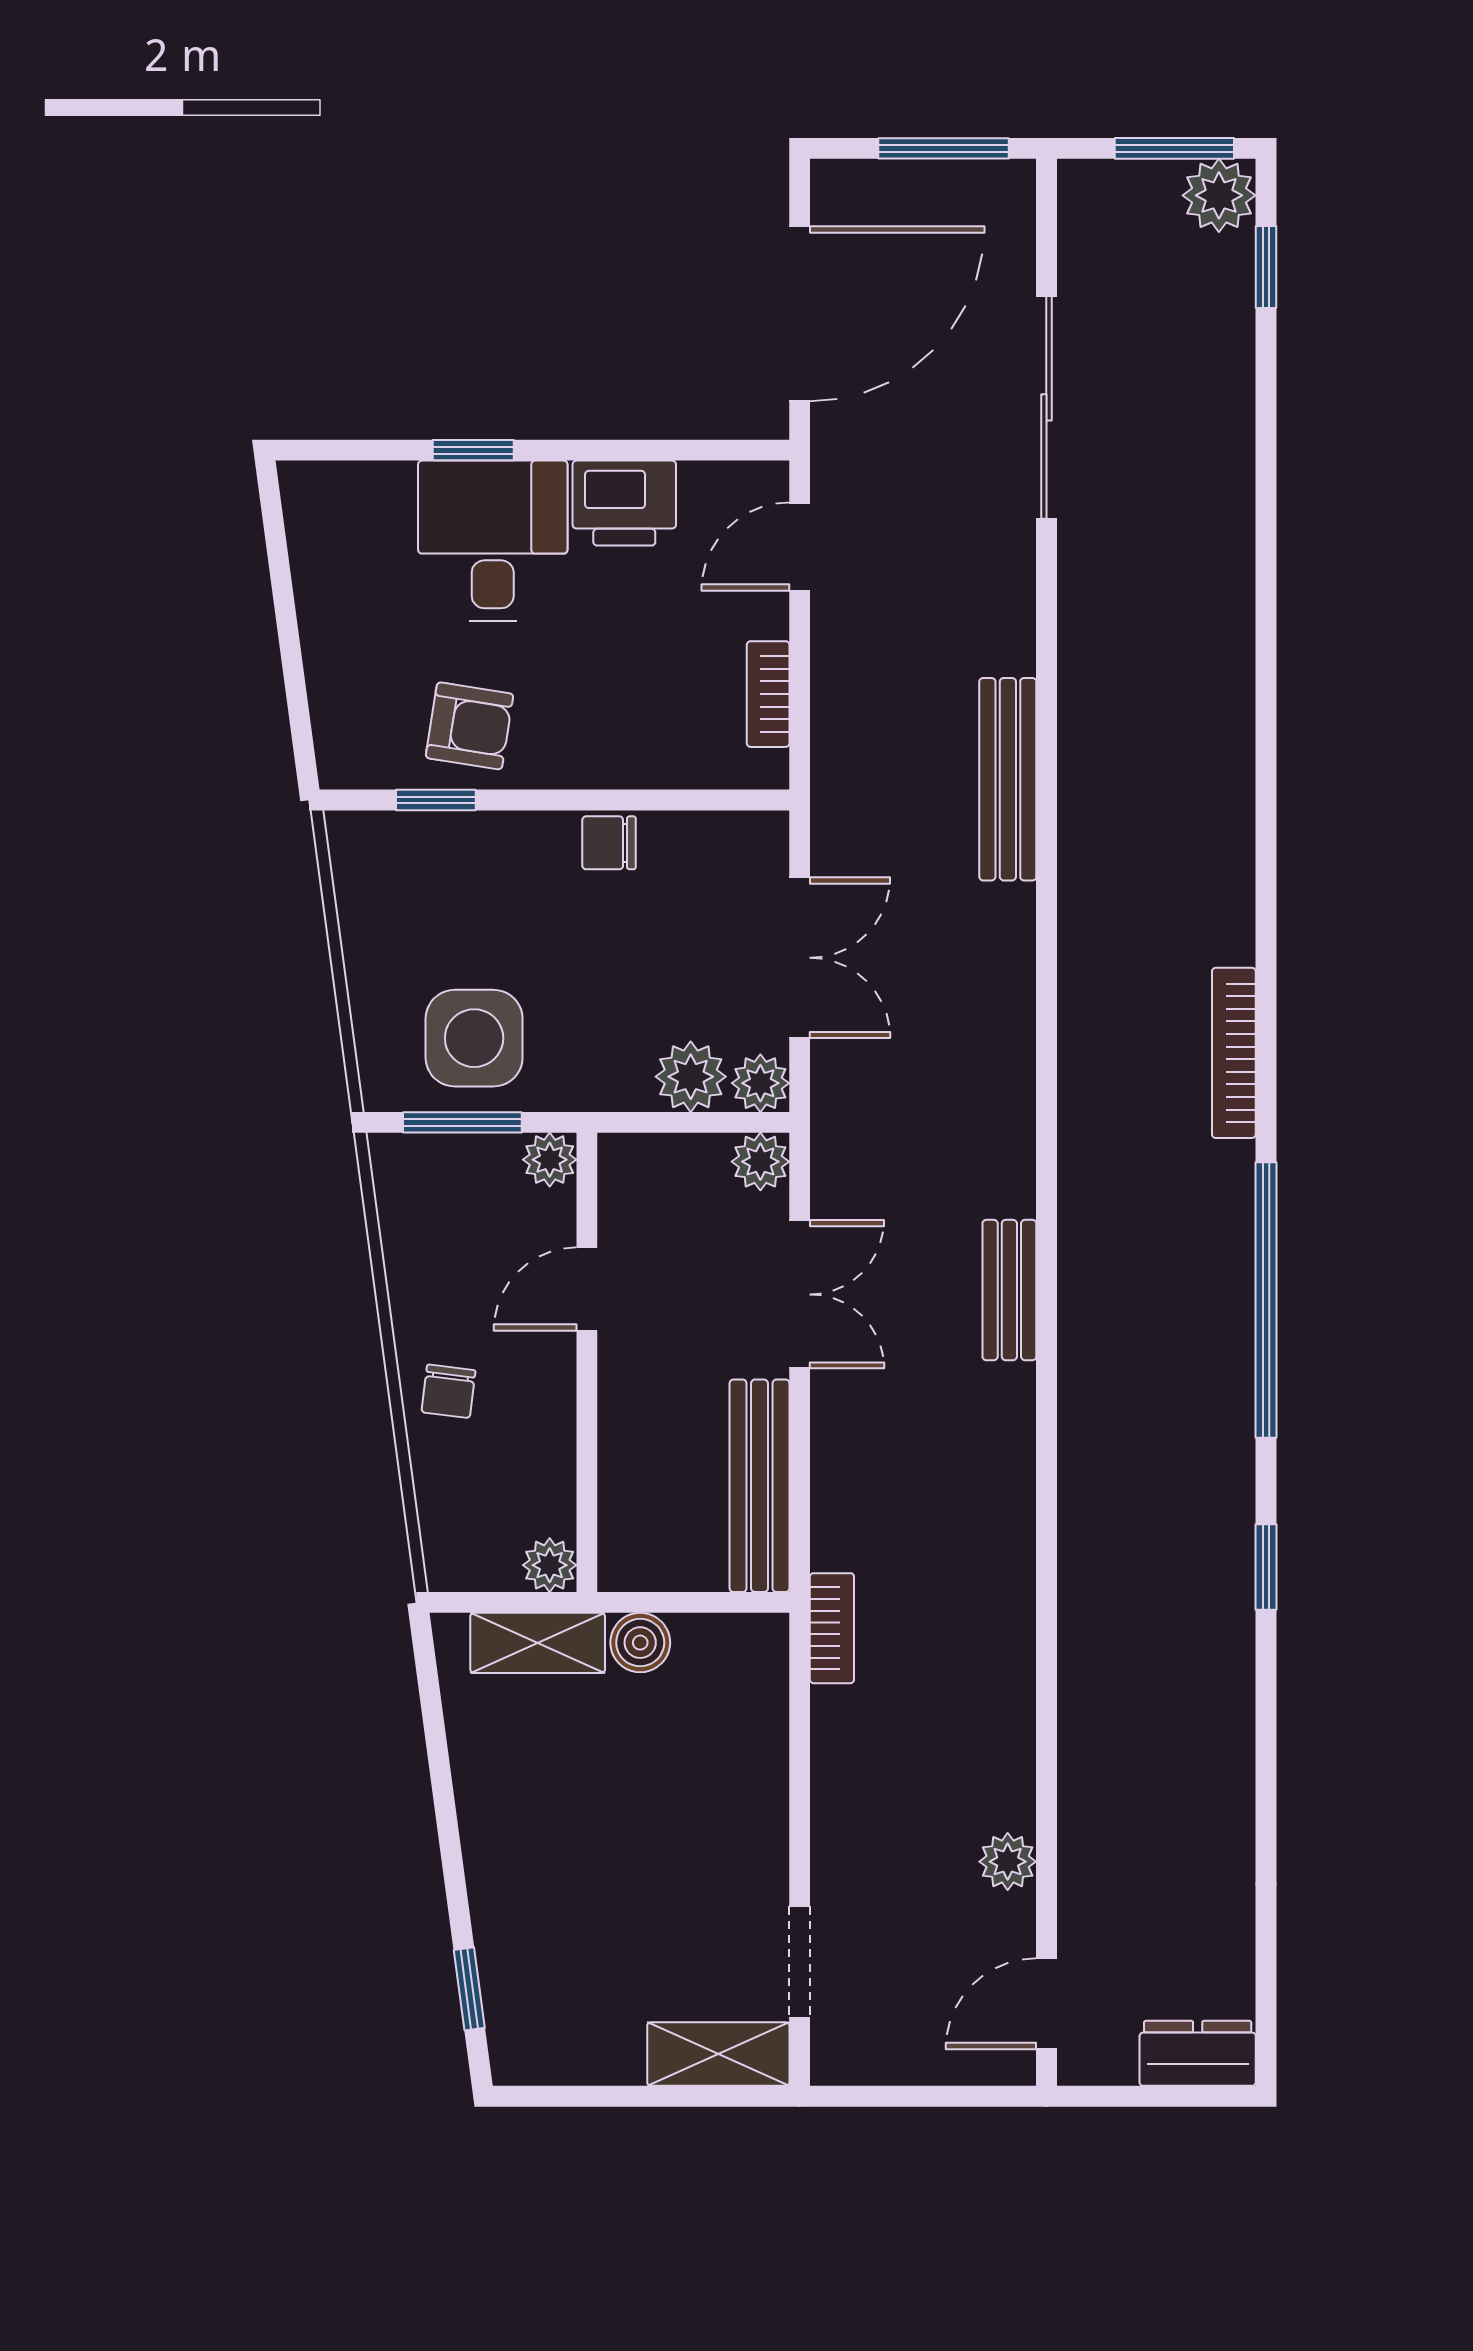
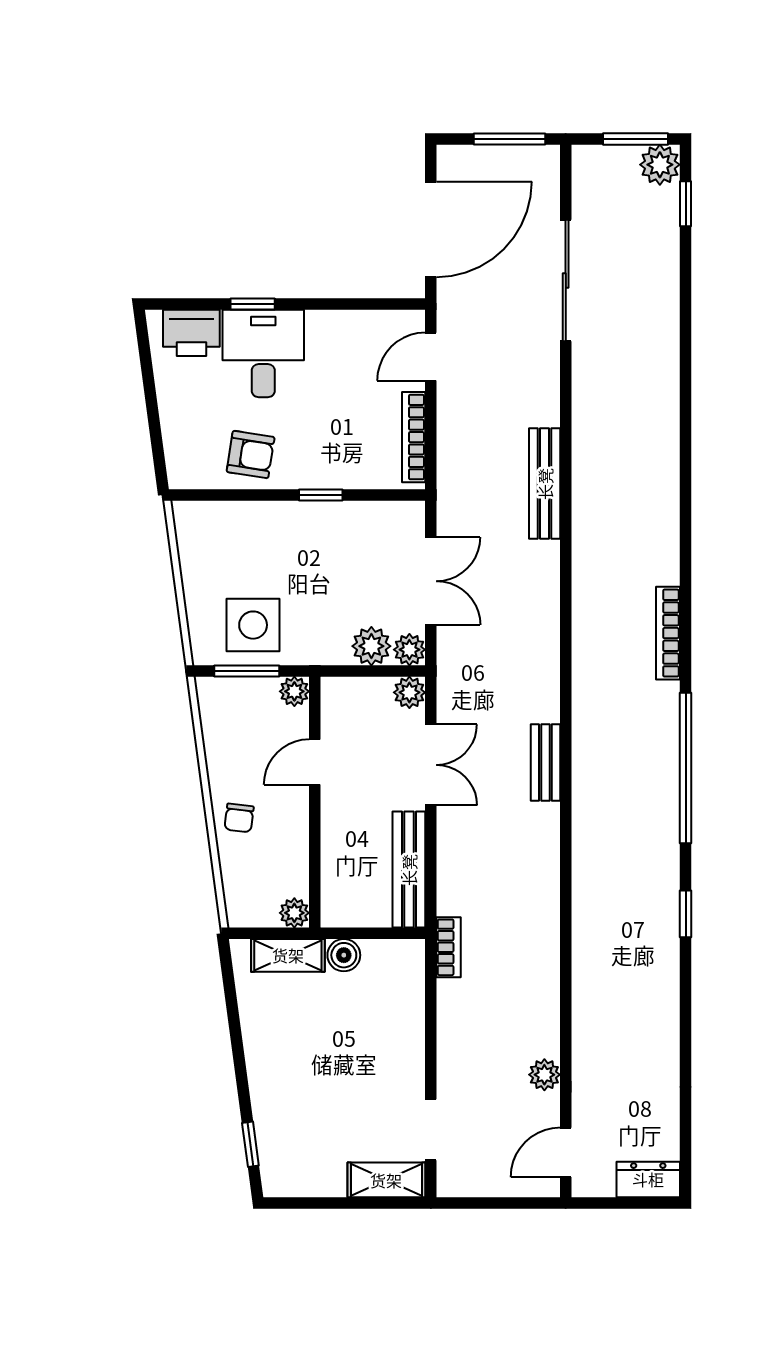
printer: (624, 503) -> (191, 333), moved
bookcase: (768, 694) -> (414, 437), width x1.56
window: (436, 800) -> (321, 495), moved
chair: (609, 843) -> (327, 518), removed

